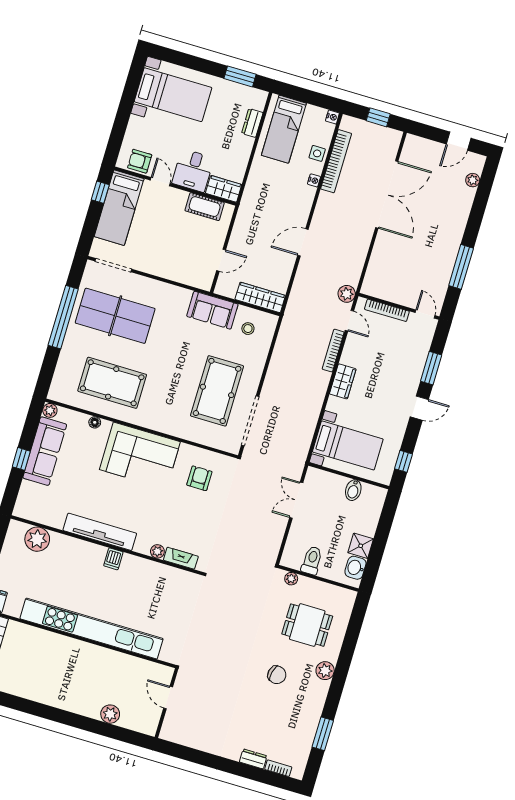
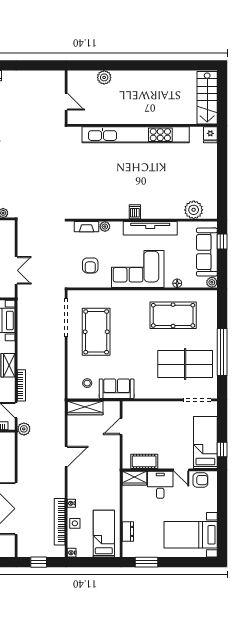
tv unit: (100, 532) -> (150, 228), moved
plant: (37, 539) -> (194, 210), moved
wall: (107, 545) -> (142, 220), moved
plant: (157, 551) -> (105, 227), moved
fireplace: (181, 558) -> (87, 227), moved
dishwasher: (113, 559) -> (135, 212), moved

